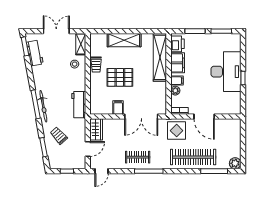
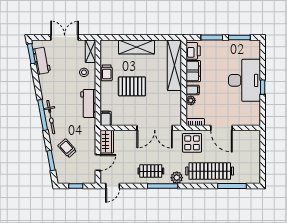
workbench: (79, 105) -> (88, 103), moved
filing cabinet: (118, 107) -> (106, 118), moved
plant: (235, 163) -> (177, 178), moved

